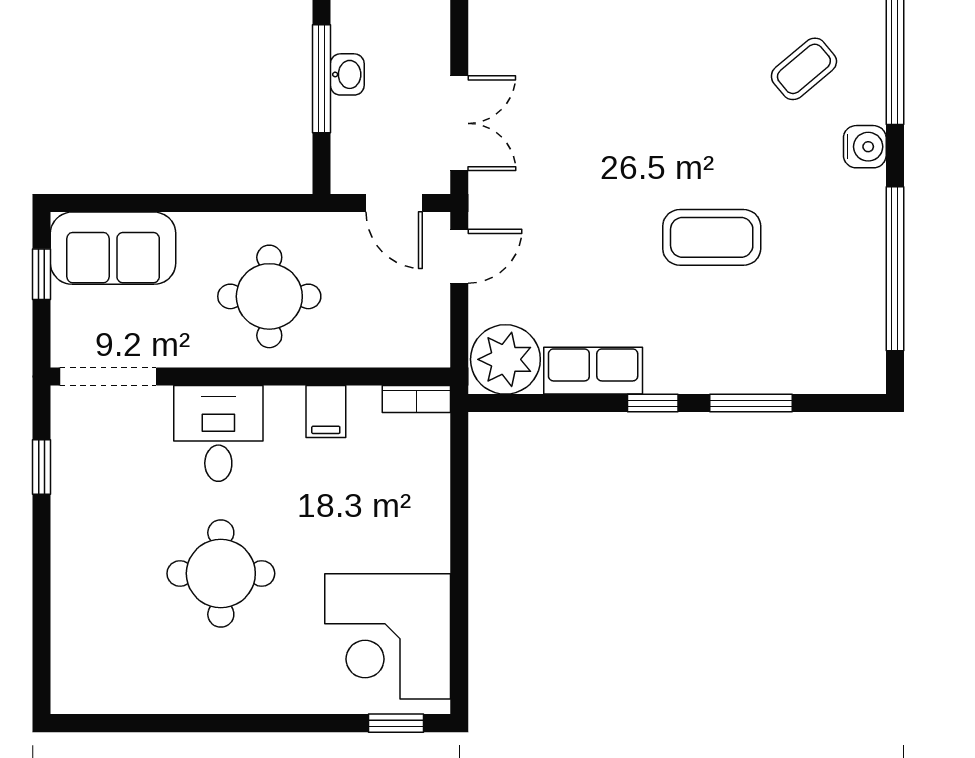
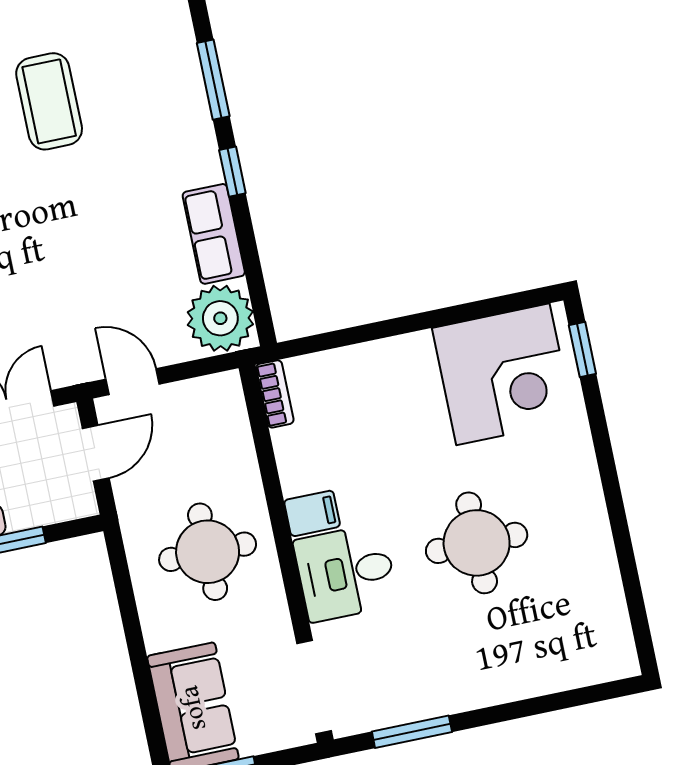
coffee table: (712, 237) -> (49, 101), moved
filing cabinet: (326, 412) -> (312, 513), moved
window: (42, 467) -> (412, 732), width x1.50

